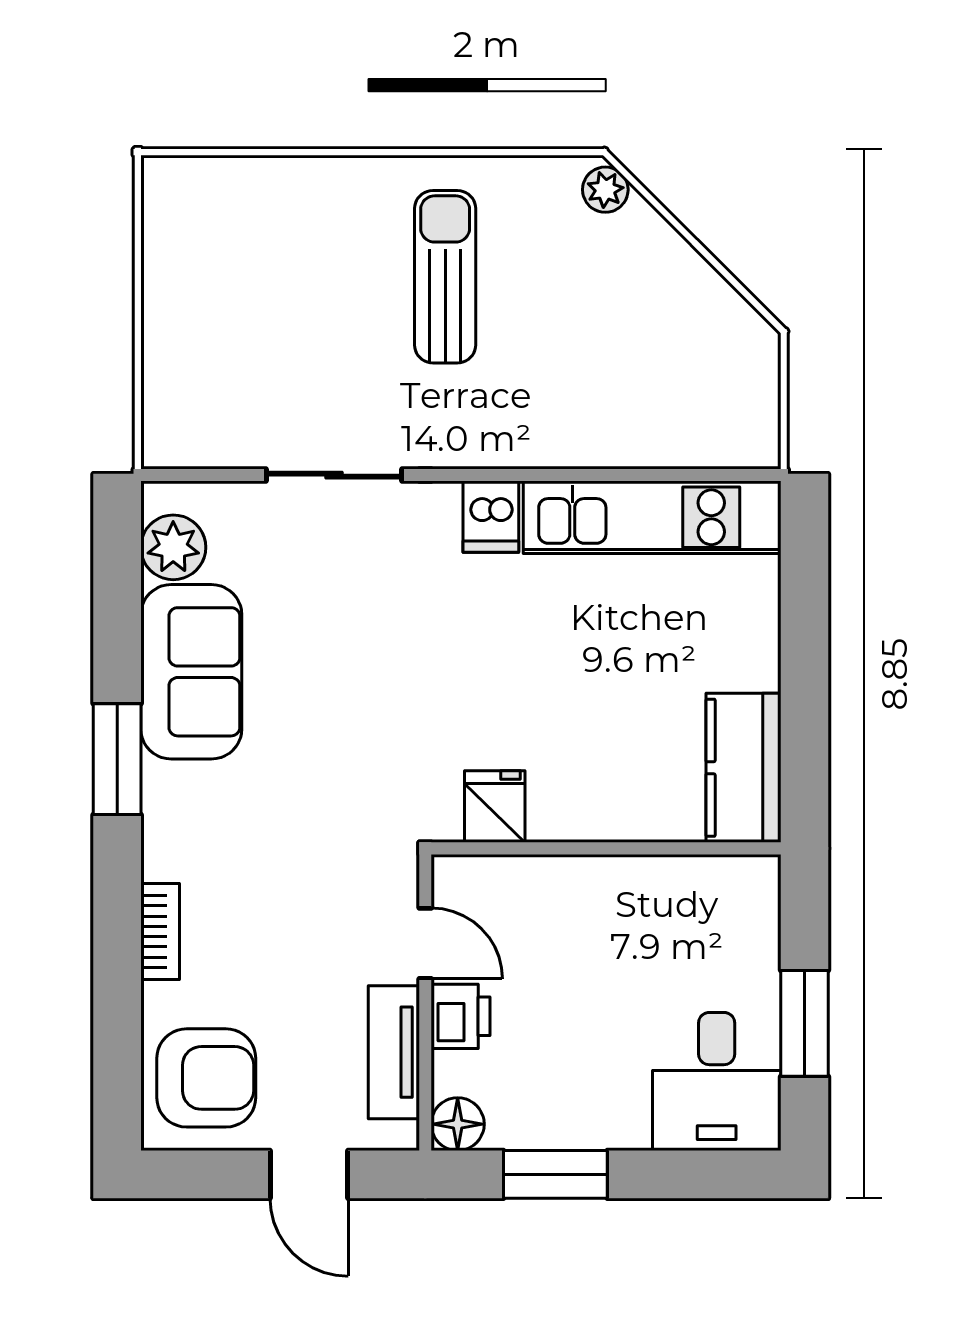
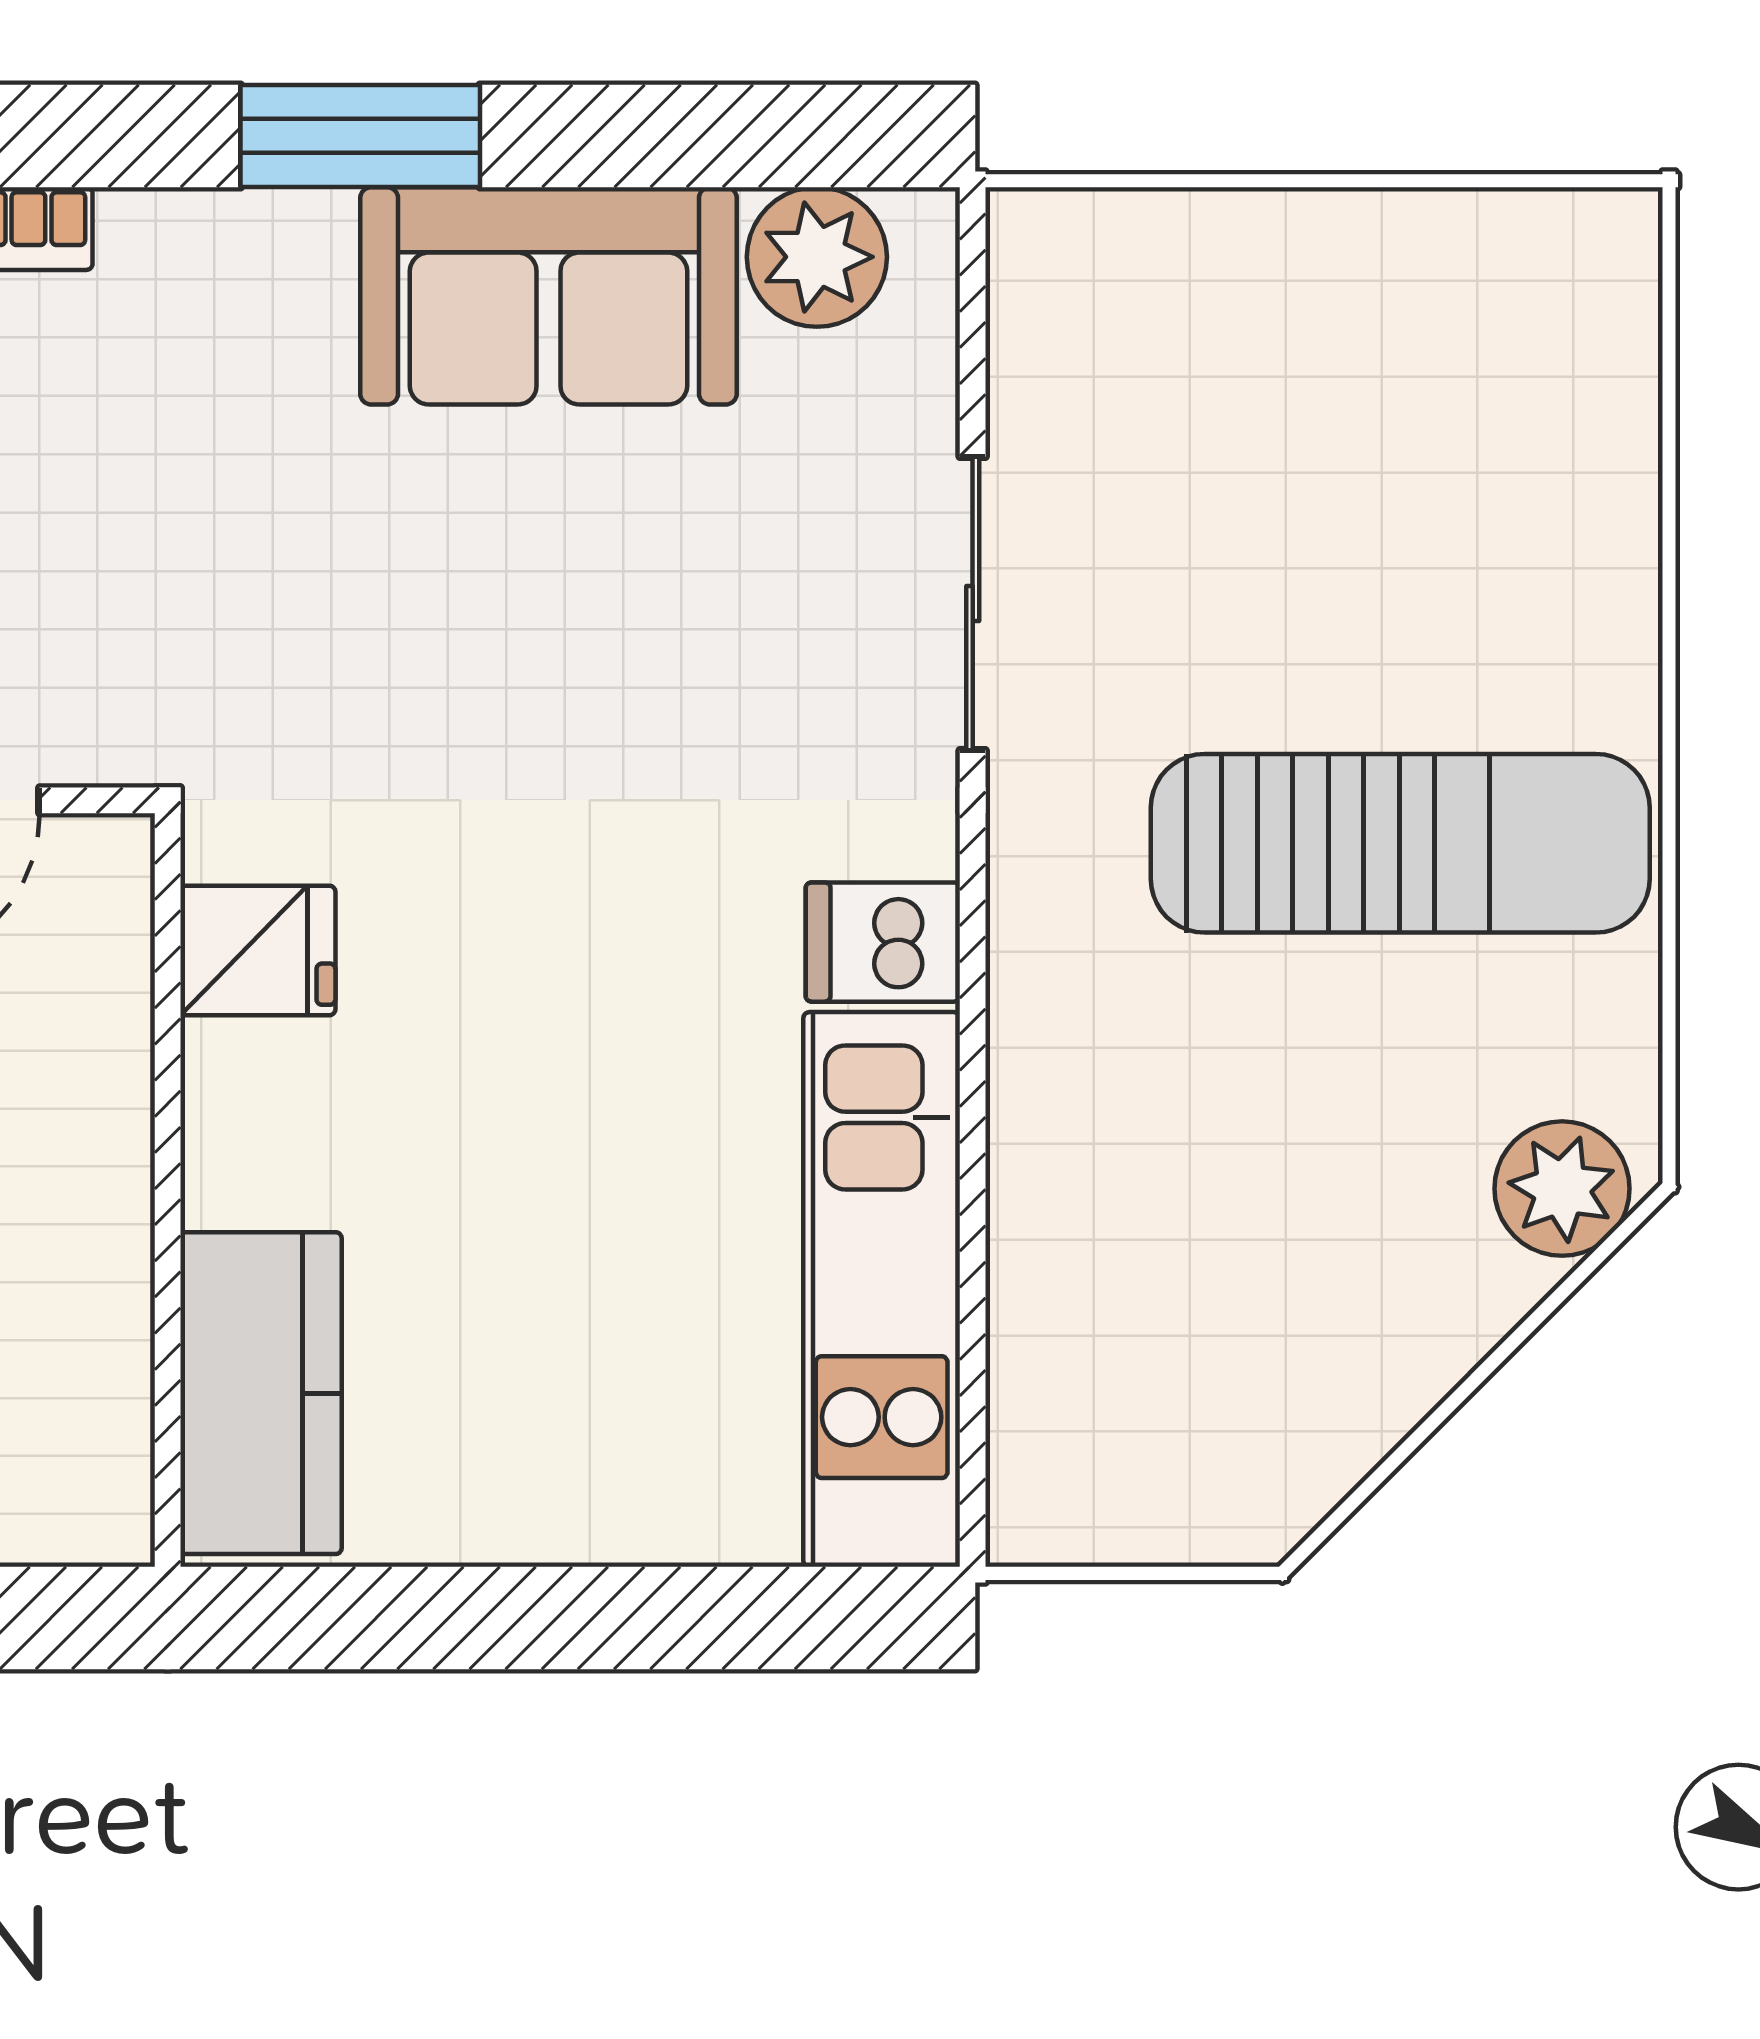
plant: (605, 190) -> (1562, 1189), width x1.38, depth x1.38
sun lounger: (445, 277) -> (1400, 843), width x1.36, depth x1.34
kitchen counter: (743, 768) -> (261, 1393), moved, turned 90

